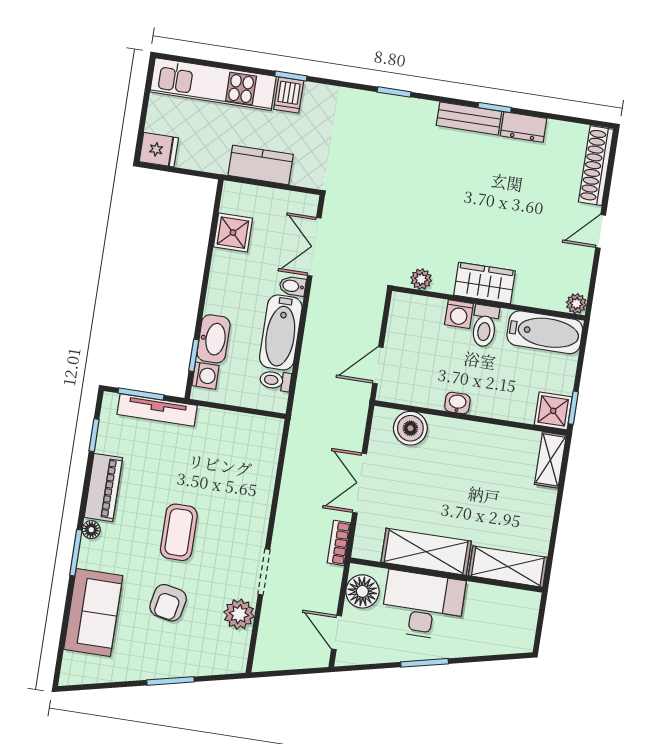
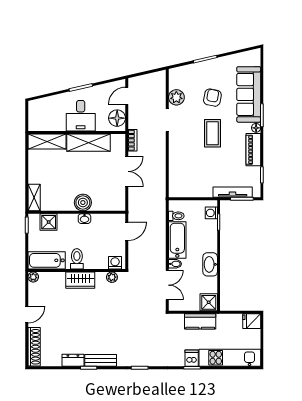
shower: (233, 233) -> (209, 302), moved
washing machine: (459, 314) -> (115, 263), moved
washbasin: (214, 339) -> (210, 264), moved
shower: (553, 411) -> (49, 222), moved
boiler: (410, 428) -> (83, 203), moved
desk: (423, 605) -> (81, 116), width x0.73
sofa: (93, 612) -> (249, 94), width x1.36
door: (337, 632) -> (127, 96), swing flipped

